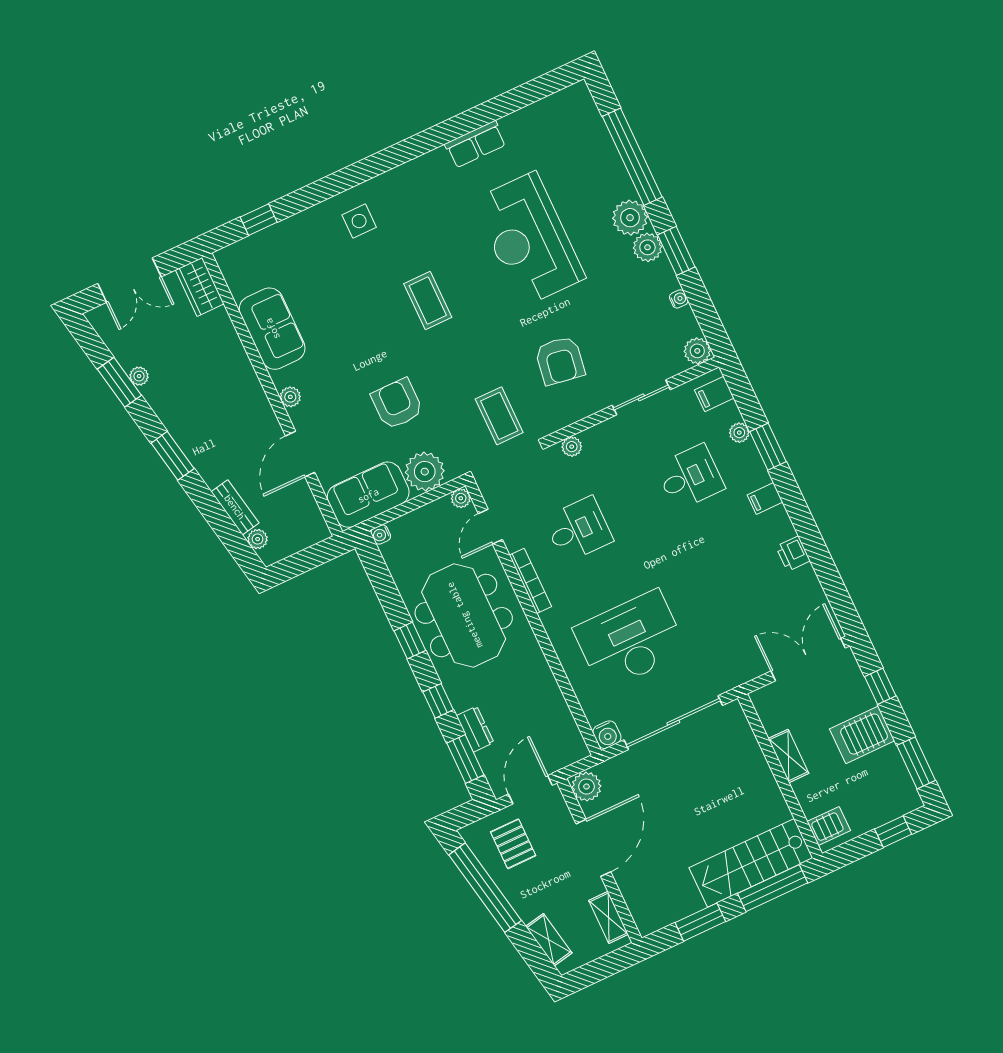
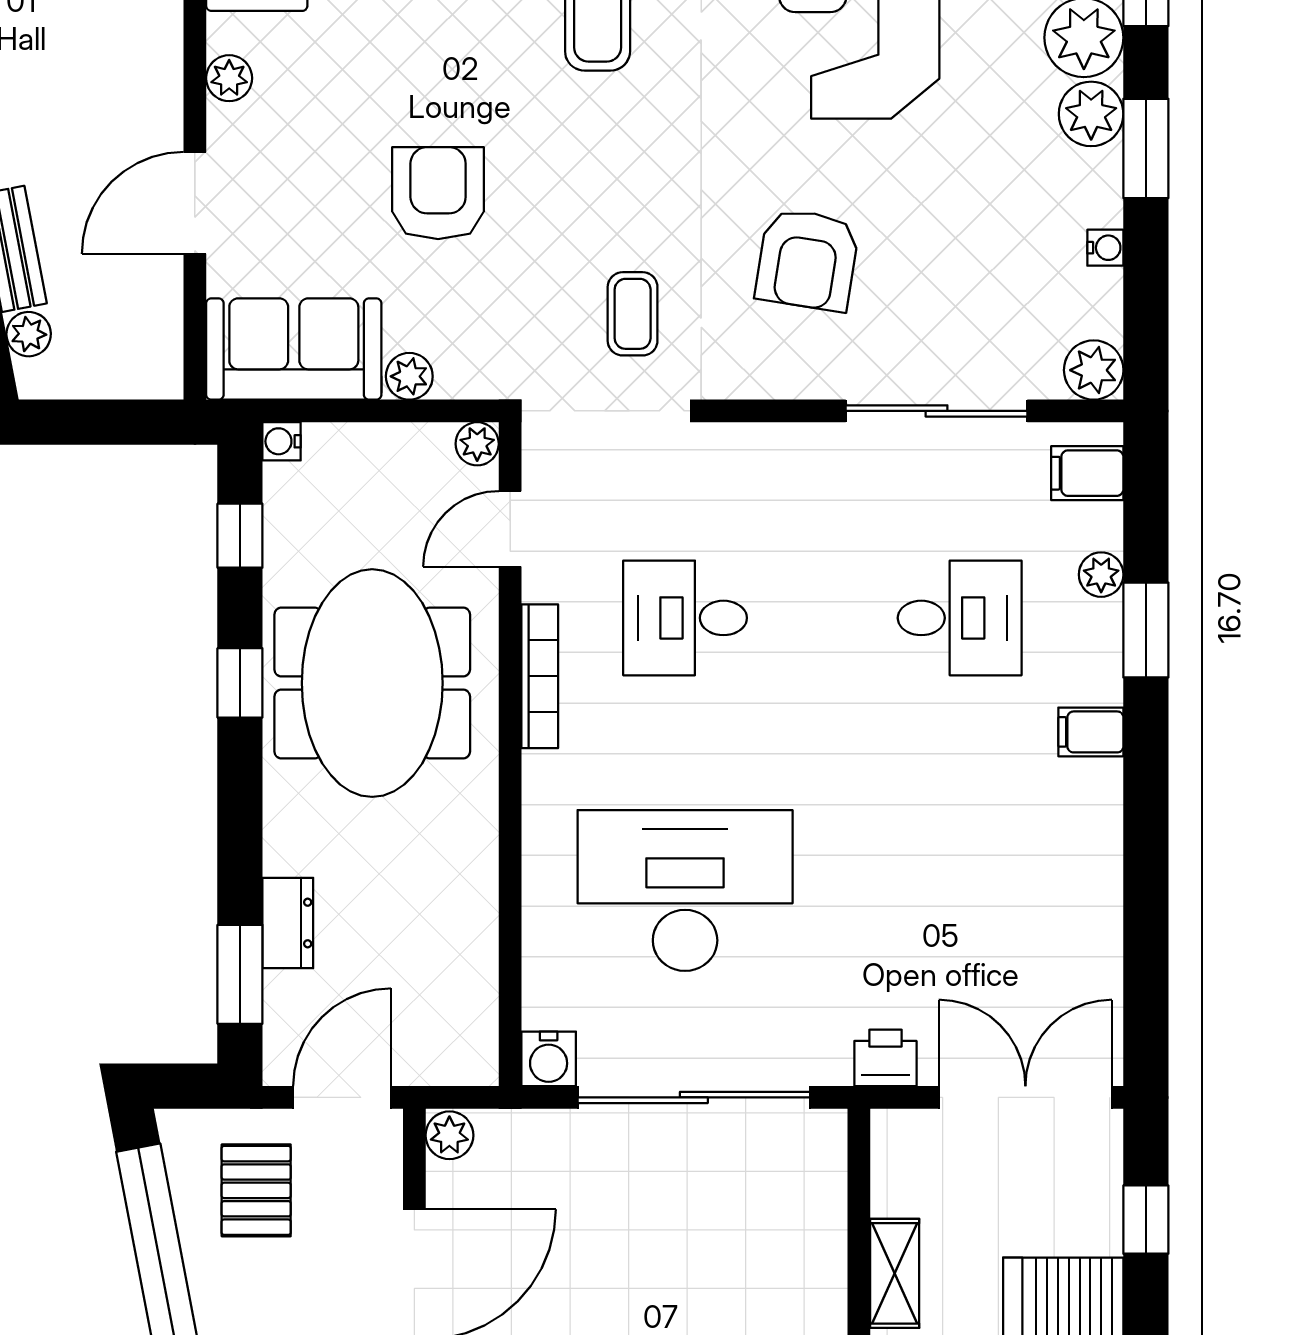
sliding door: (641, 397) -> (937, 411), width x1.37
coffee table: (499, 416) -> (633, 314), width x0.73, depth x0.77
plant: (572, 447) -> (750, 444), removed
plant: (425, 472) -> (409, 376), width x0.53, depth x0.53
desk: (578, 529) -> (685, 618), turned 180
printer: (793, 554) -> (885, 1058), moved, turned 90
window: (438, 701) -> (240, 536), moved
plant: (586, 787) -> (449, 1135), width x0.73, depth x0.73

